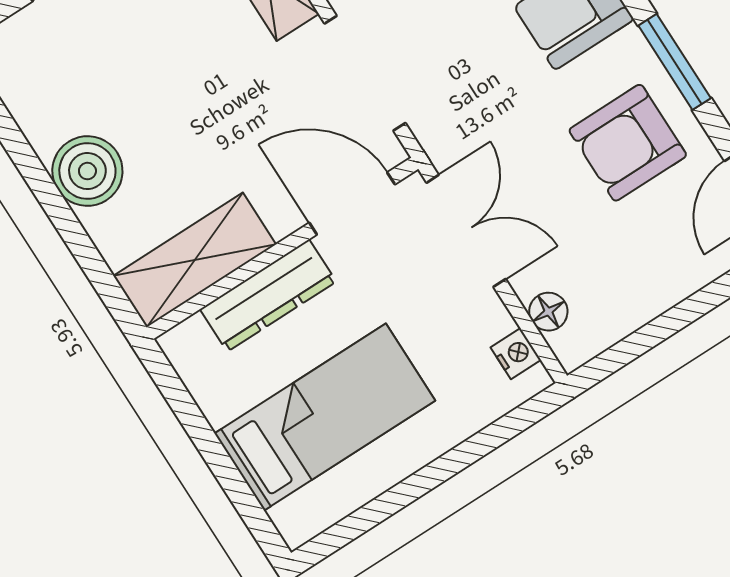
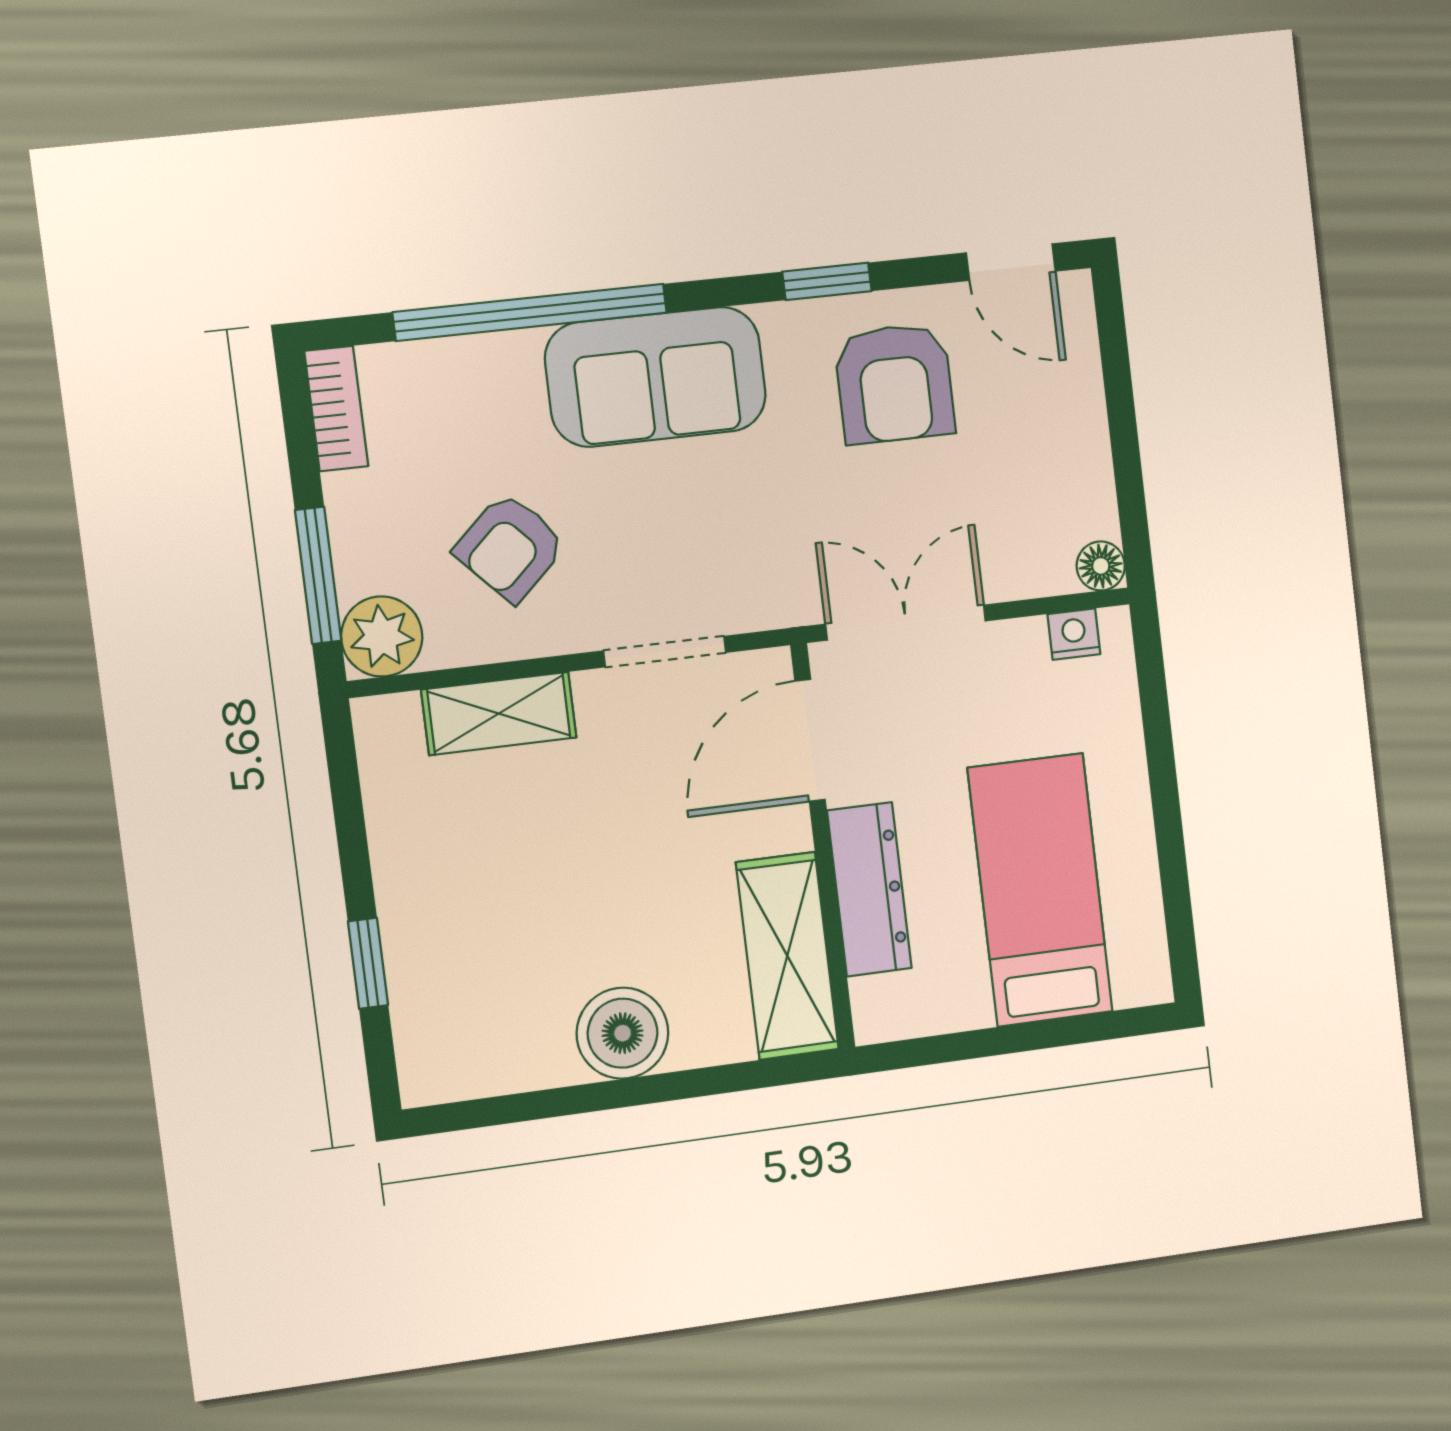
window: (675, 62) -> (827, 281), width x0.67
doorway: (365, 73) -> (665, 652), width x0.73
floor lamp: (548, 312) -> (1101, 566), moved

